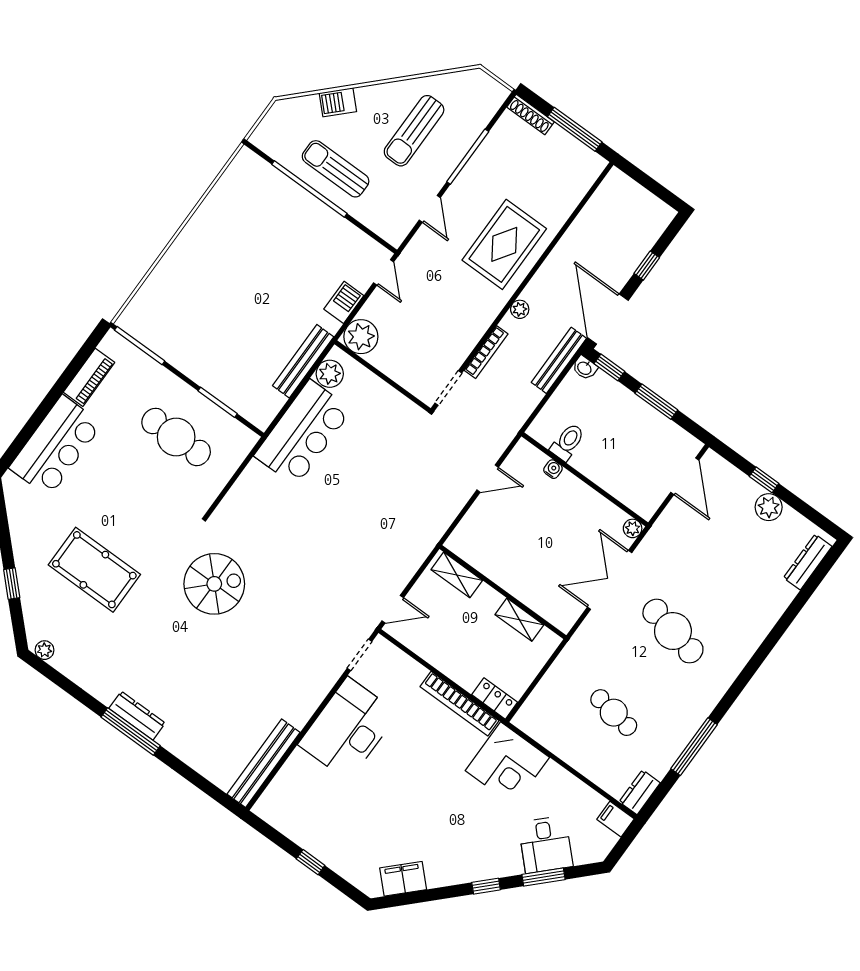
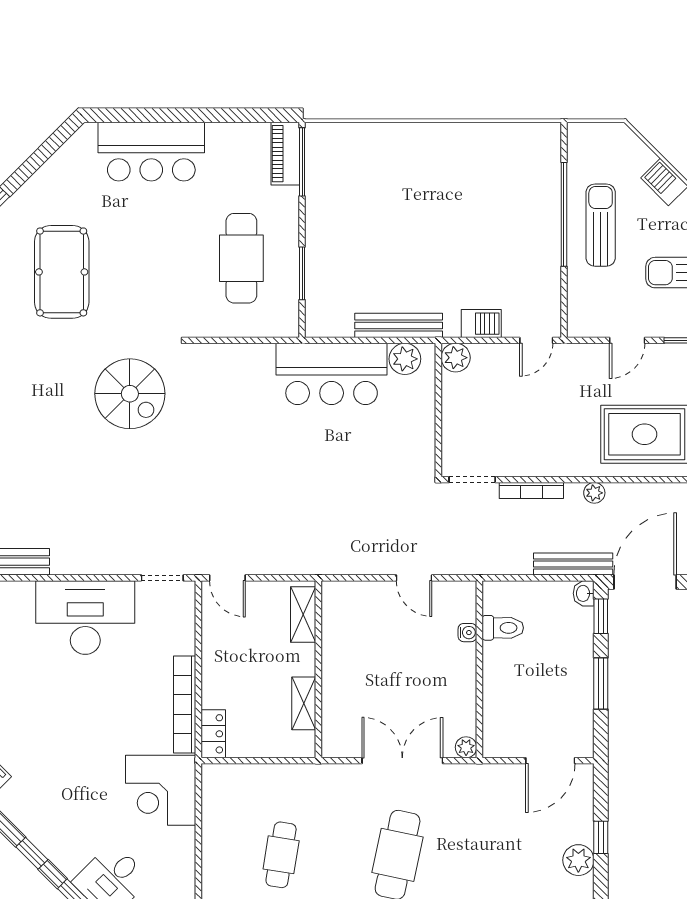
plant: (361, 337) -> (456, 358), width x0.73, depth x0.73
piano: (89, 377) -> (285, 154), moved, turned 90

